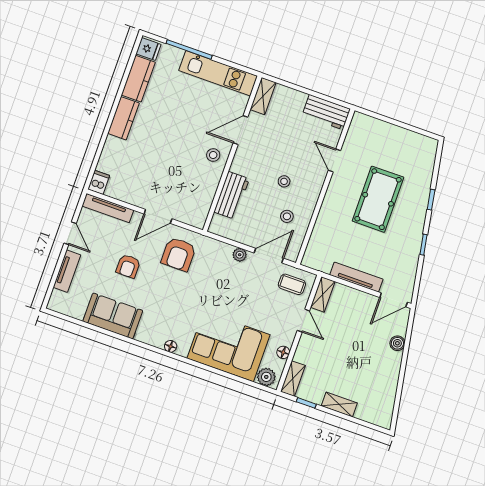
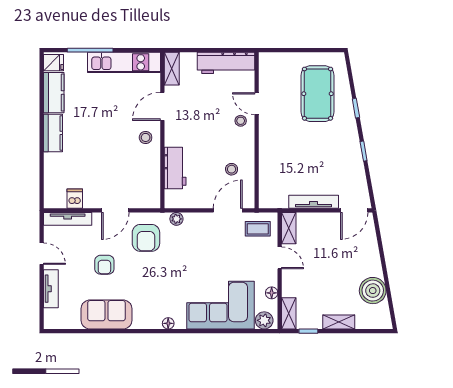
workbench: (326, 112) -> (226, 63), width x1.38
stool: (284, 181) -> (241, 121), moved
dishwasher: (99, 182) -> (75, 199), moved
pool table: (378, 199) -> (318, 94), moved
plant: (240, 255) -> (176, 219), moved
boiler: (397, 343) -> (373, 291), moved, width x1.86, depth x1.86

